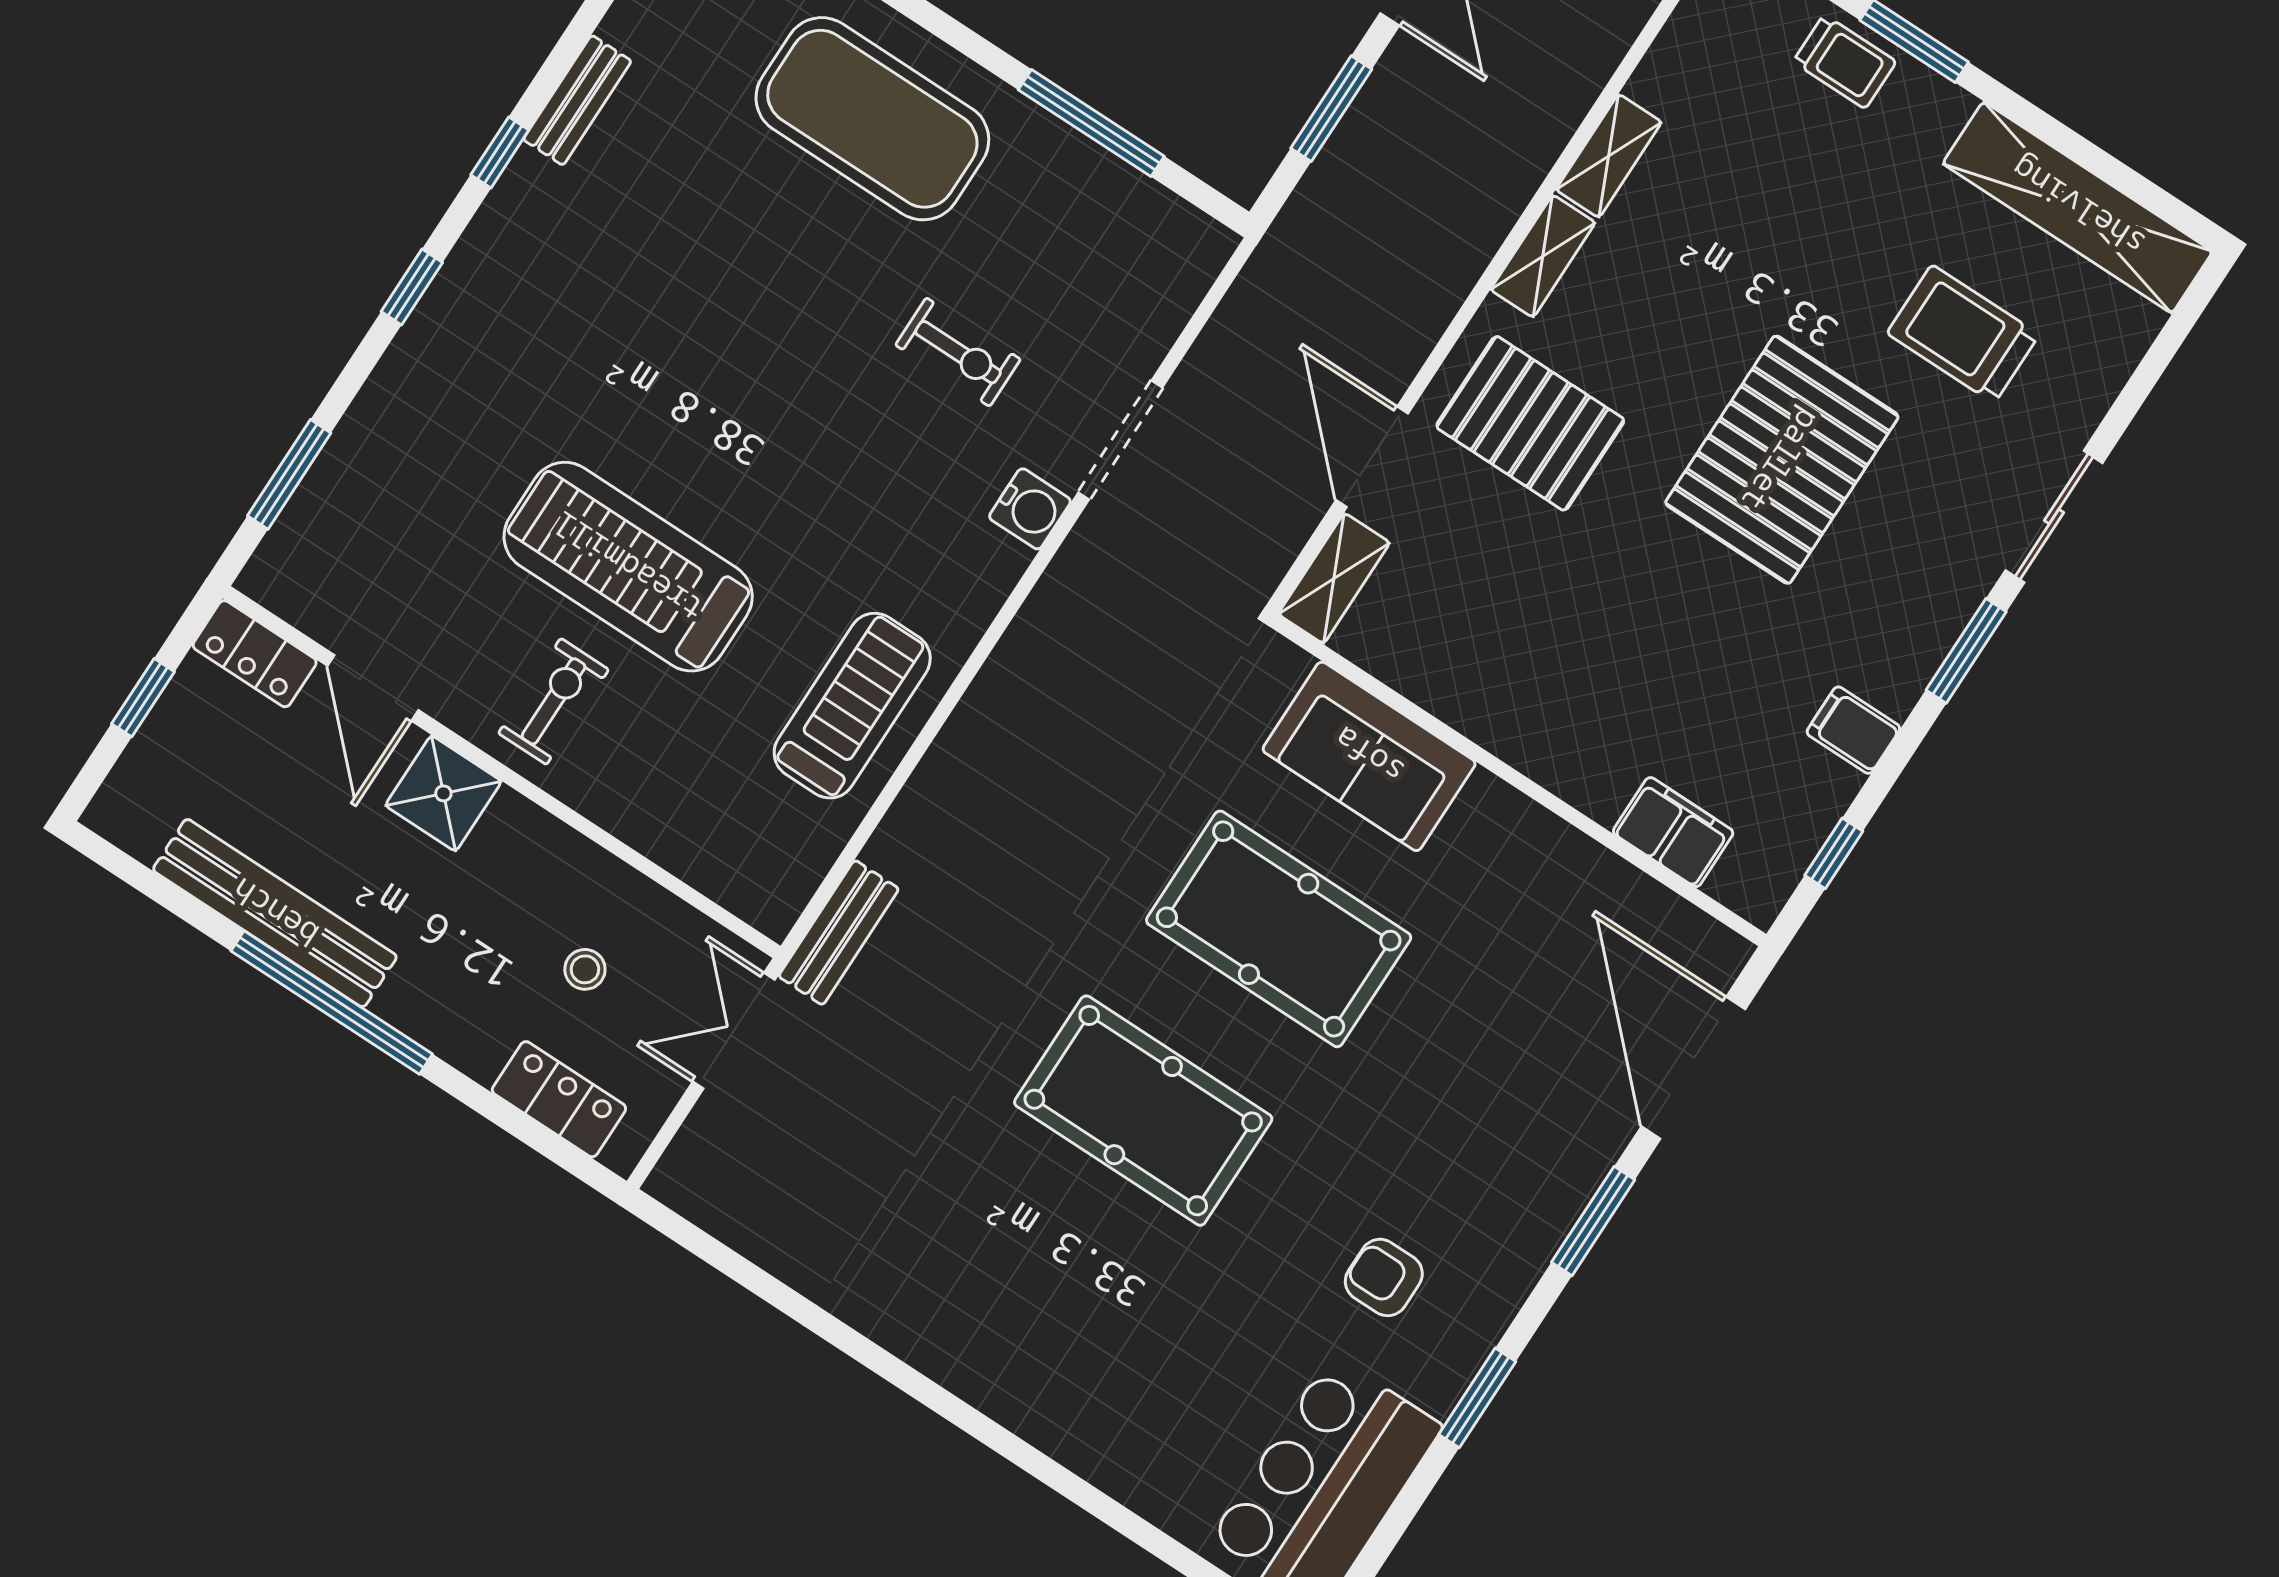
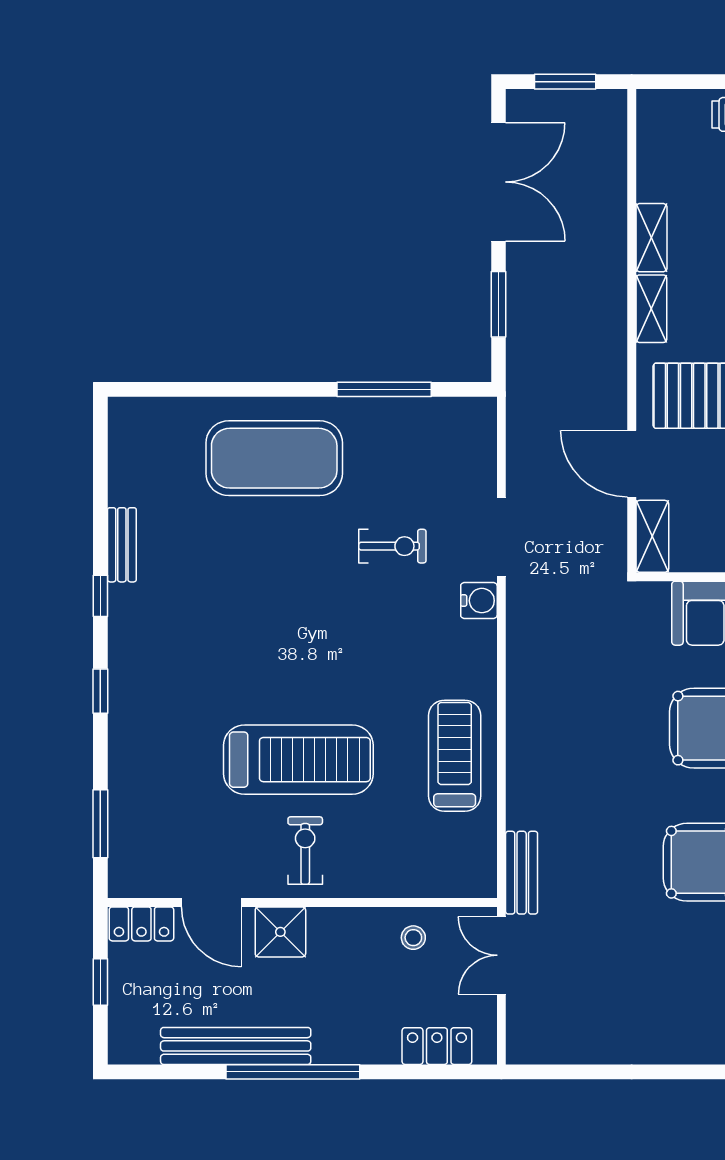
treadmill: (628, 567) -> (298, 760), turned 180
stool: (585, 969) -> (413, 938), moved

